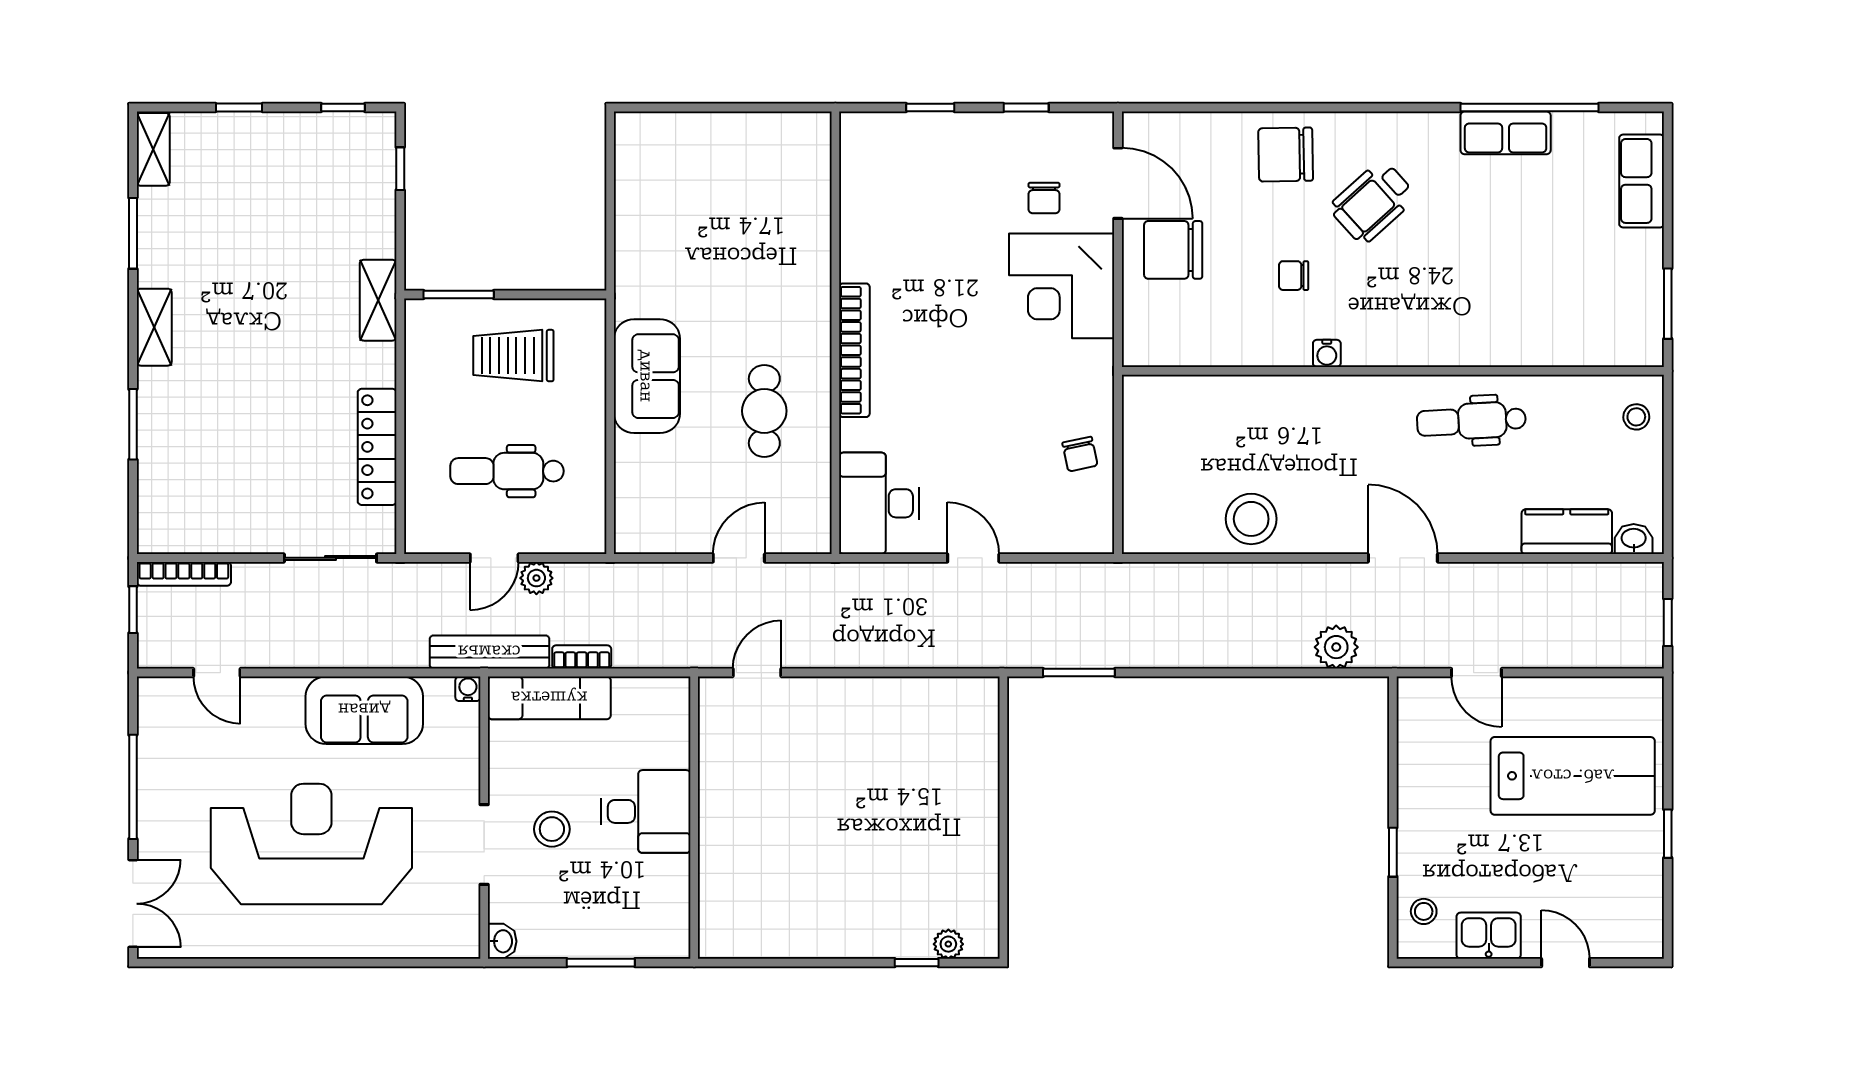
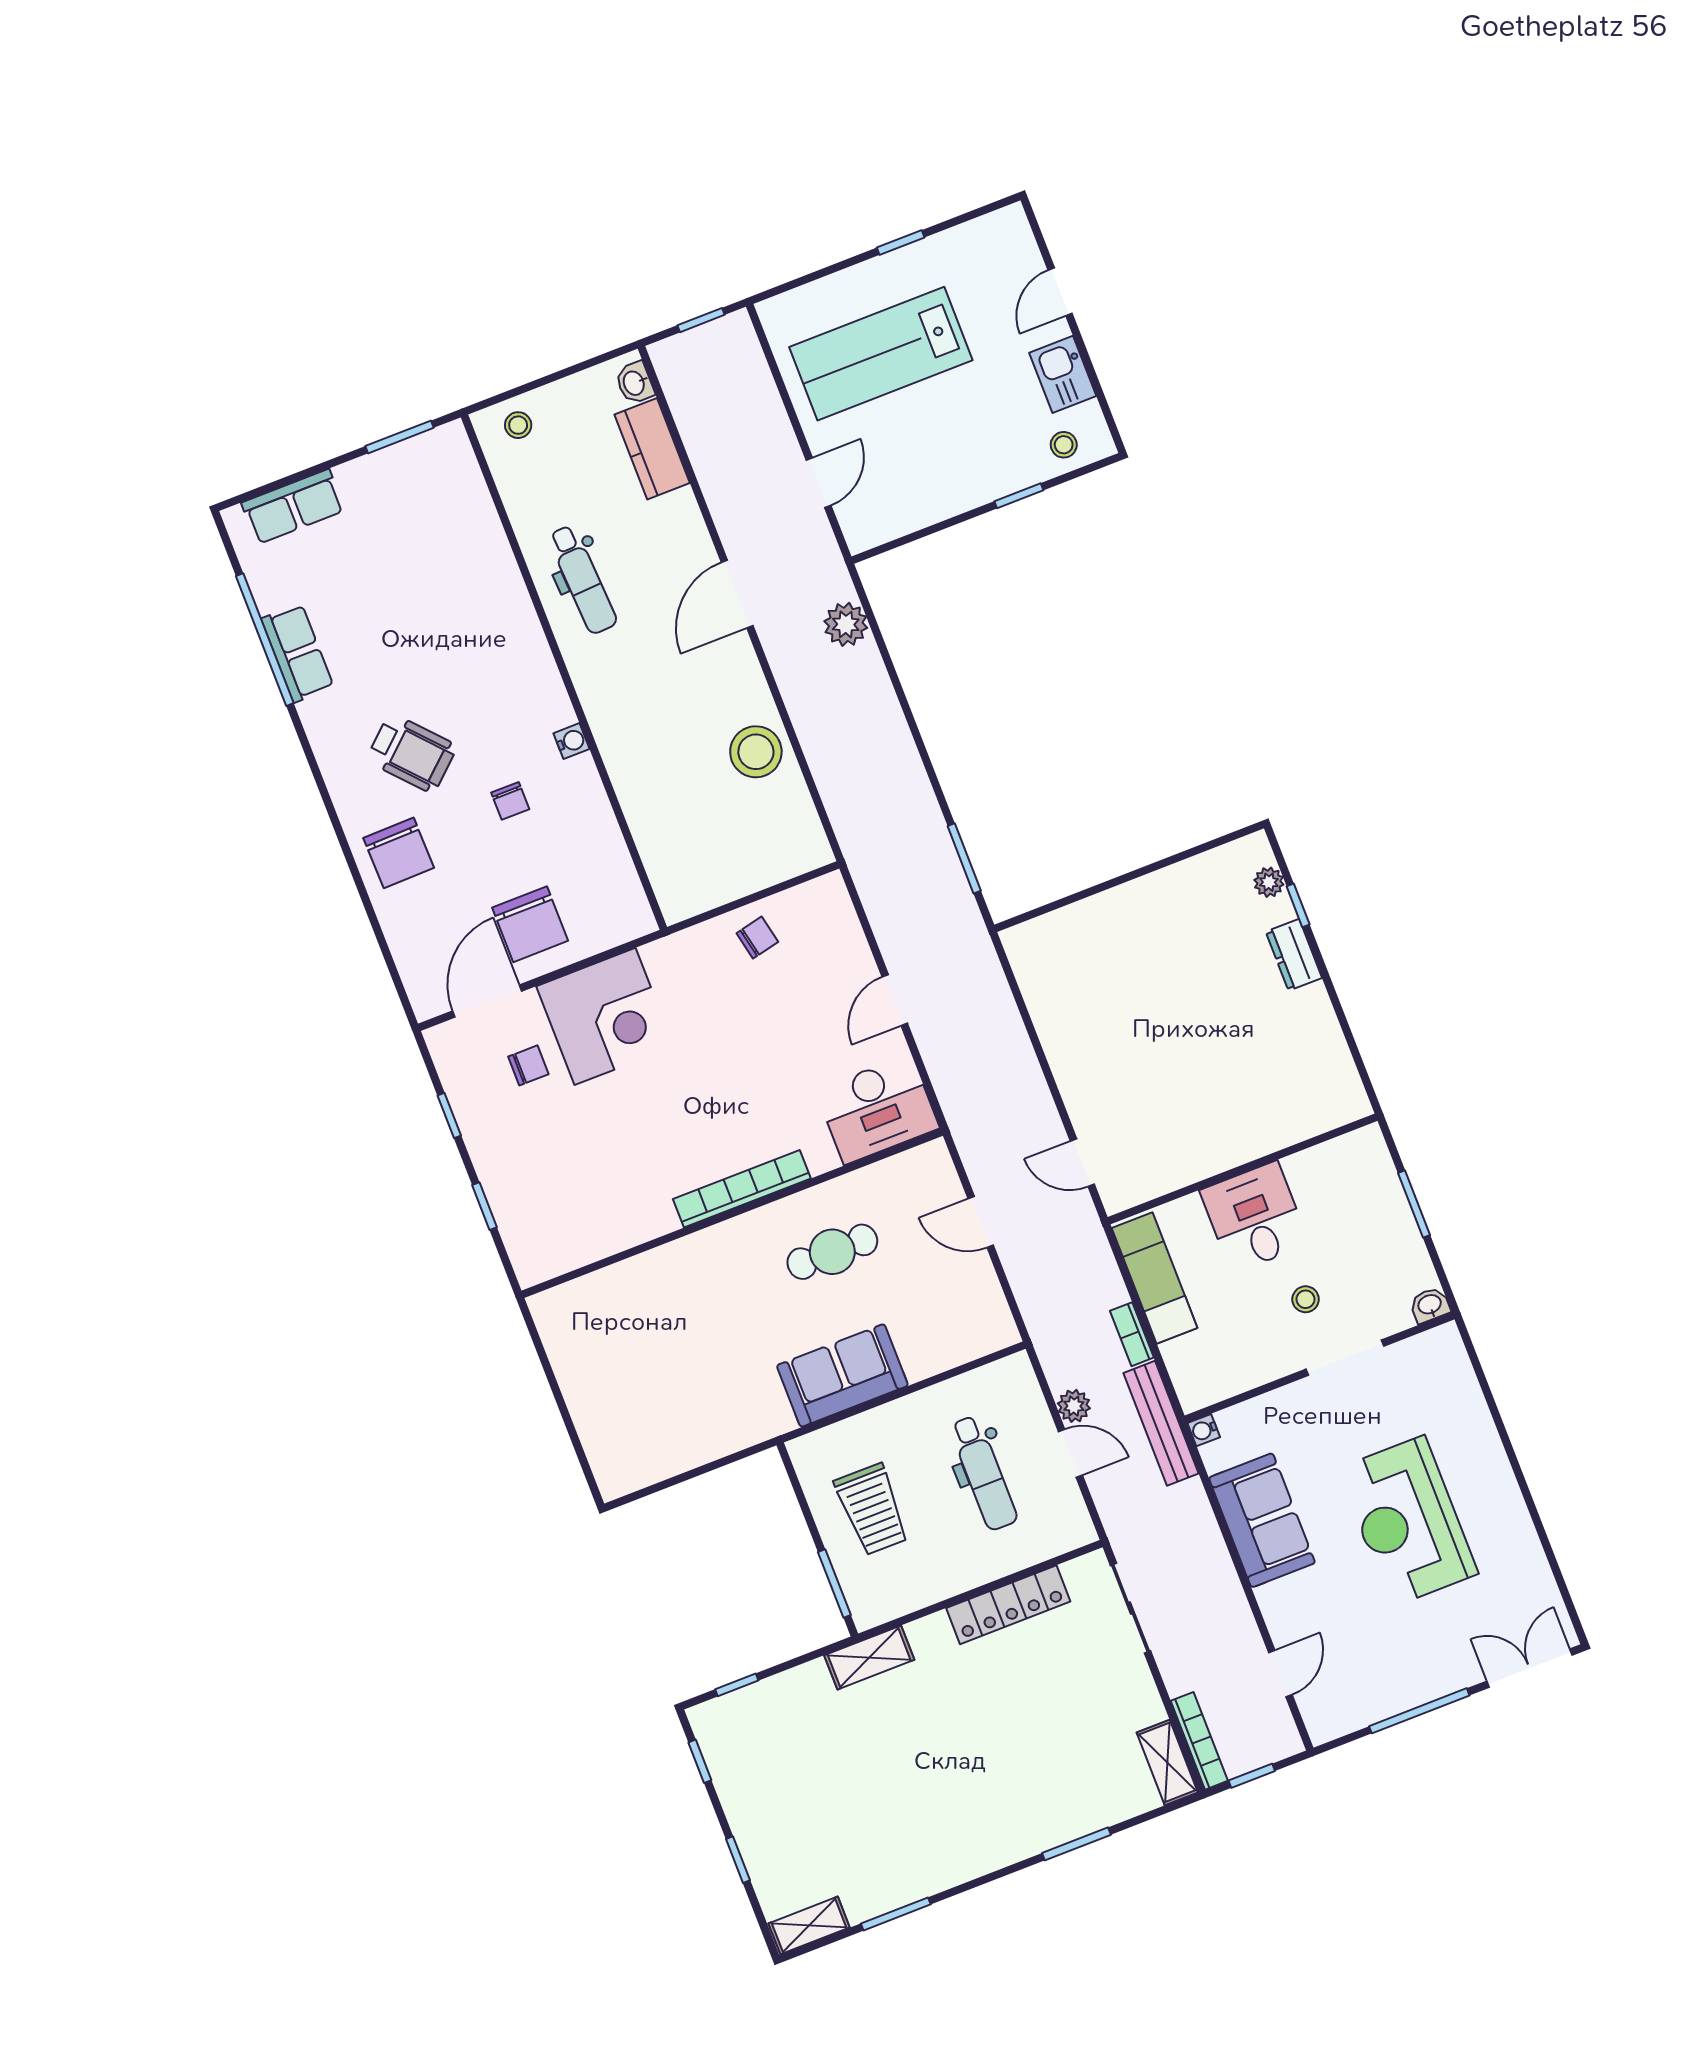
shelving: (154, 327) -> (1167, 1762), moved, turned 90
exam couch: (549, 698) -> (1155, 1278), moved
lab bench: (1573, 776) -> (881, 354), turned -90
stool: (552, 829) -> (1306, 1299), width x0.73, depth x0.73
reception desk: (311, 844) -> (1408, 1521), width x0.74, depth x0.77
dresser: (873, 941) -> (1294, 955), added

